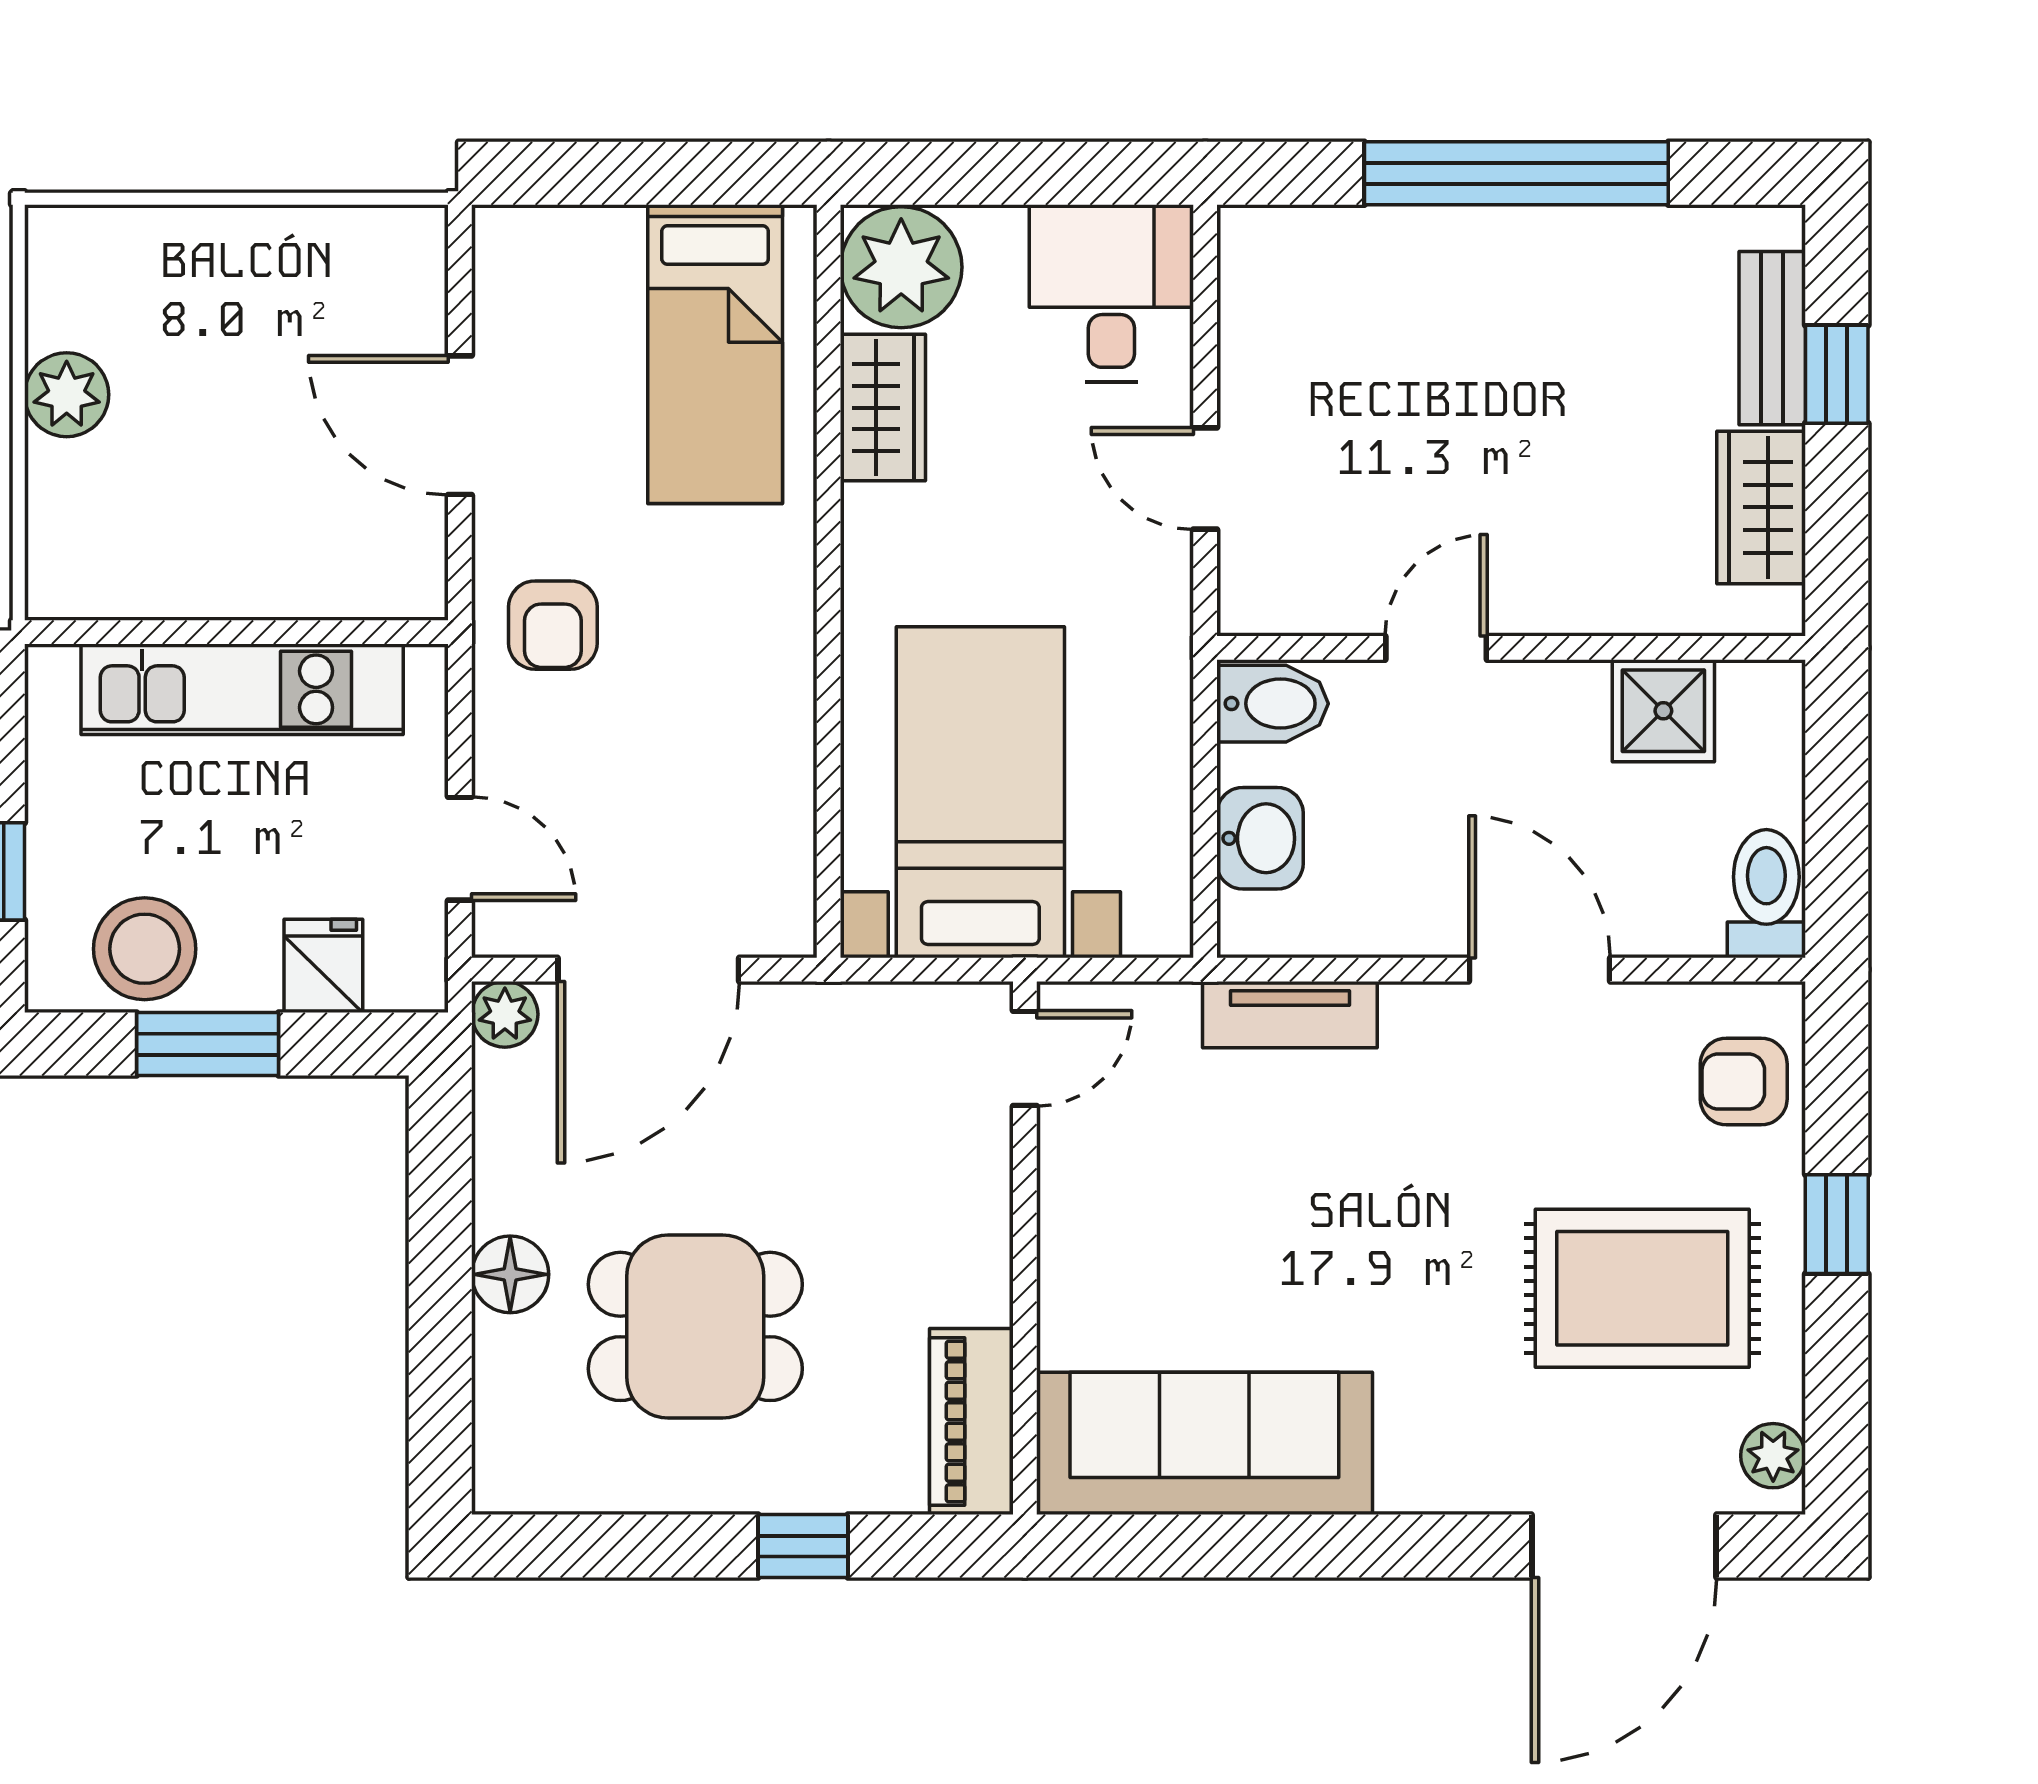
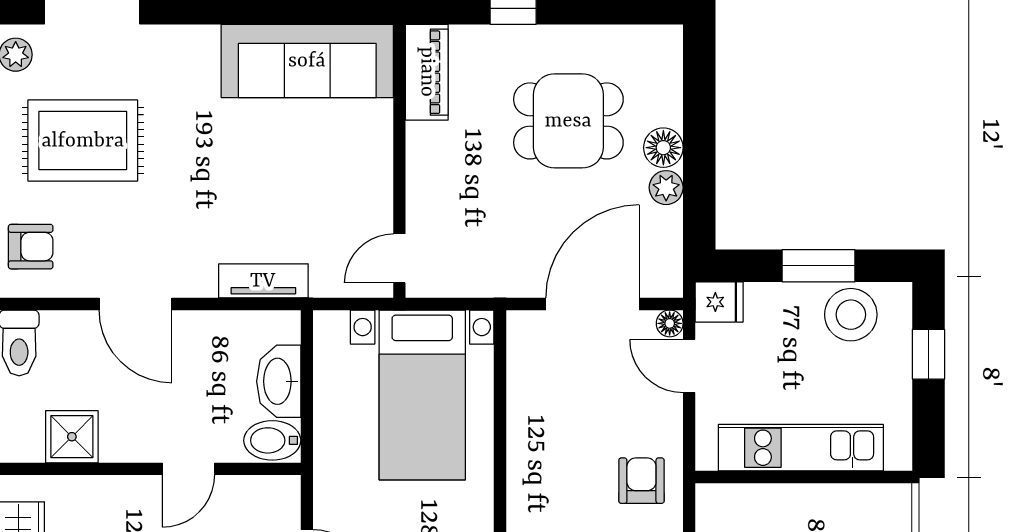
washbasin: (1260, 838) -> (279, 381), width x1.38
floor lamp: (498, 932) -> (670, 323), added
fridge: (323, 966) -> (719, 302), moved, turned -90
plant: (505, 1014) -> (666, 188), moved

